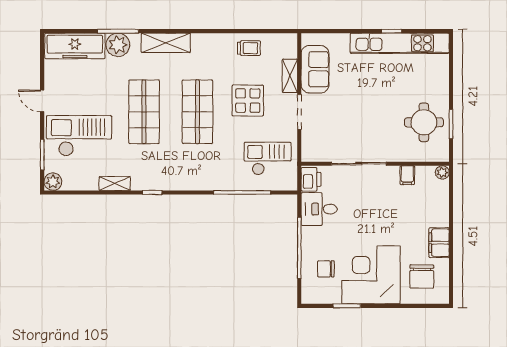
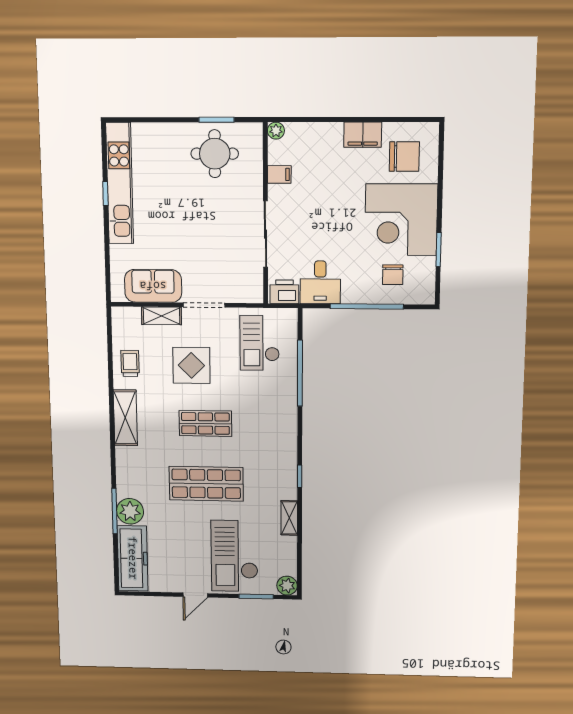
shelving: (166, 43) -> (125, 418), moved
shop shelf: (197, 112) -> (205, 423), width x0.70, depth x0.74

